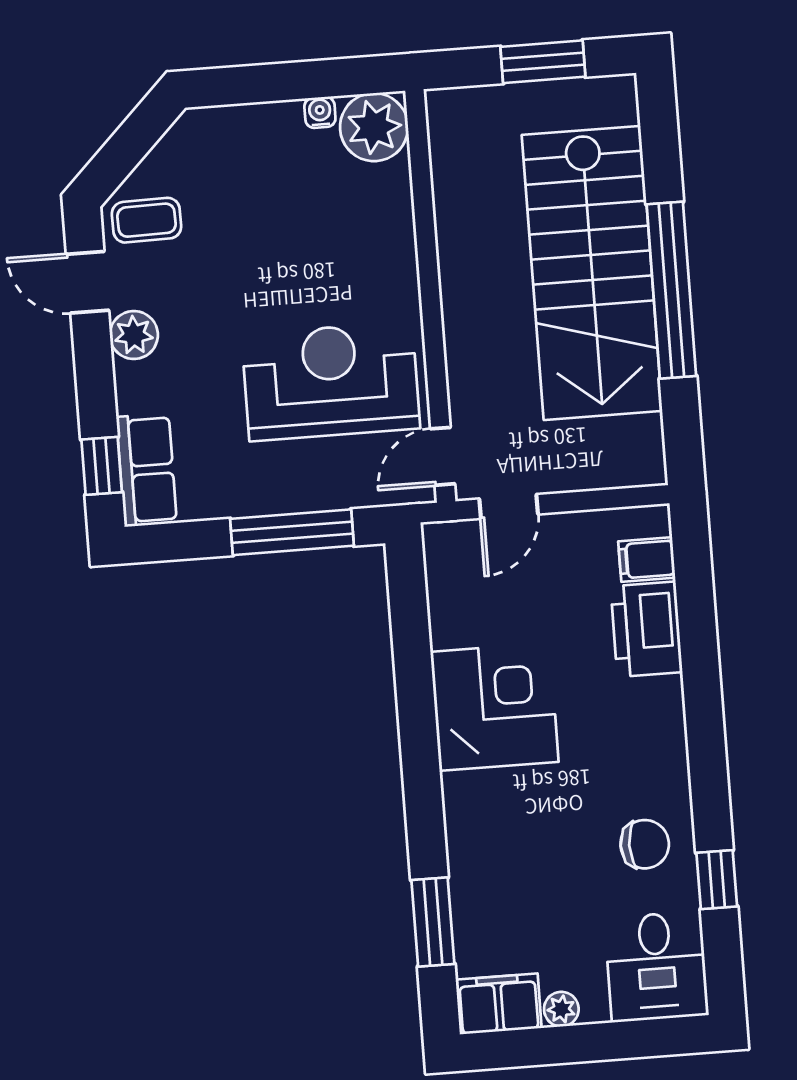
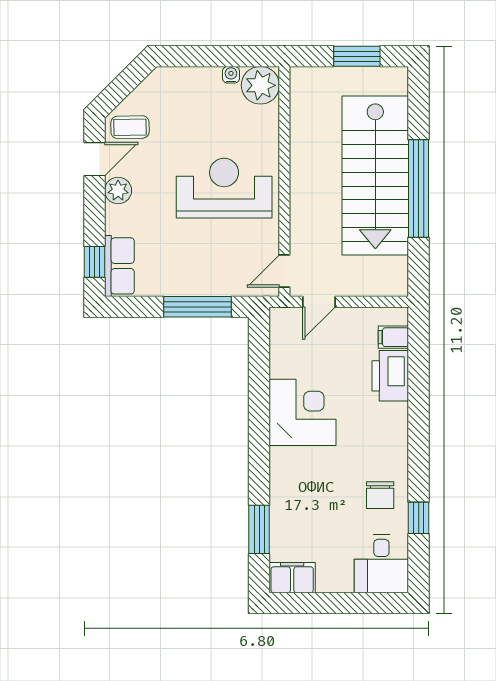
door: (87, 282) -> (95, 159), swing flipped
reception desk: (331, 381) -> (224, 188), moved
chair: (645, 844) -> (380, 495), turned 90
plant: (561, 1009) -> (327, 583), removed

